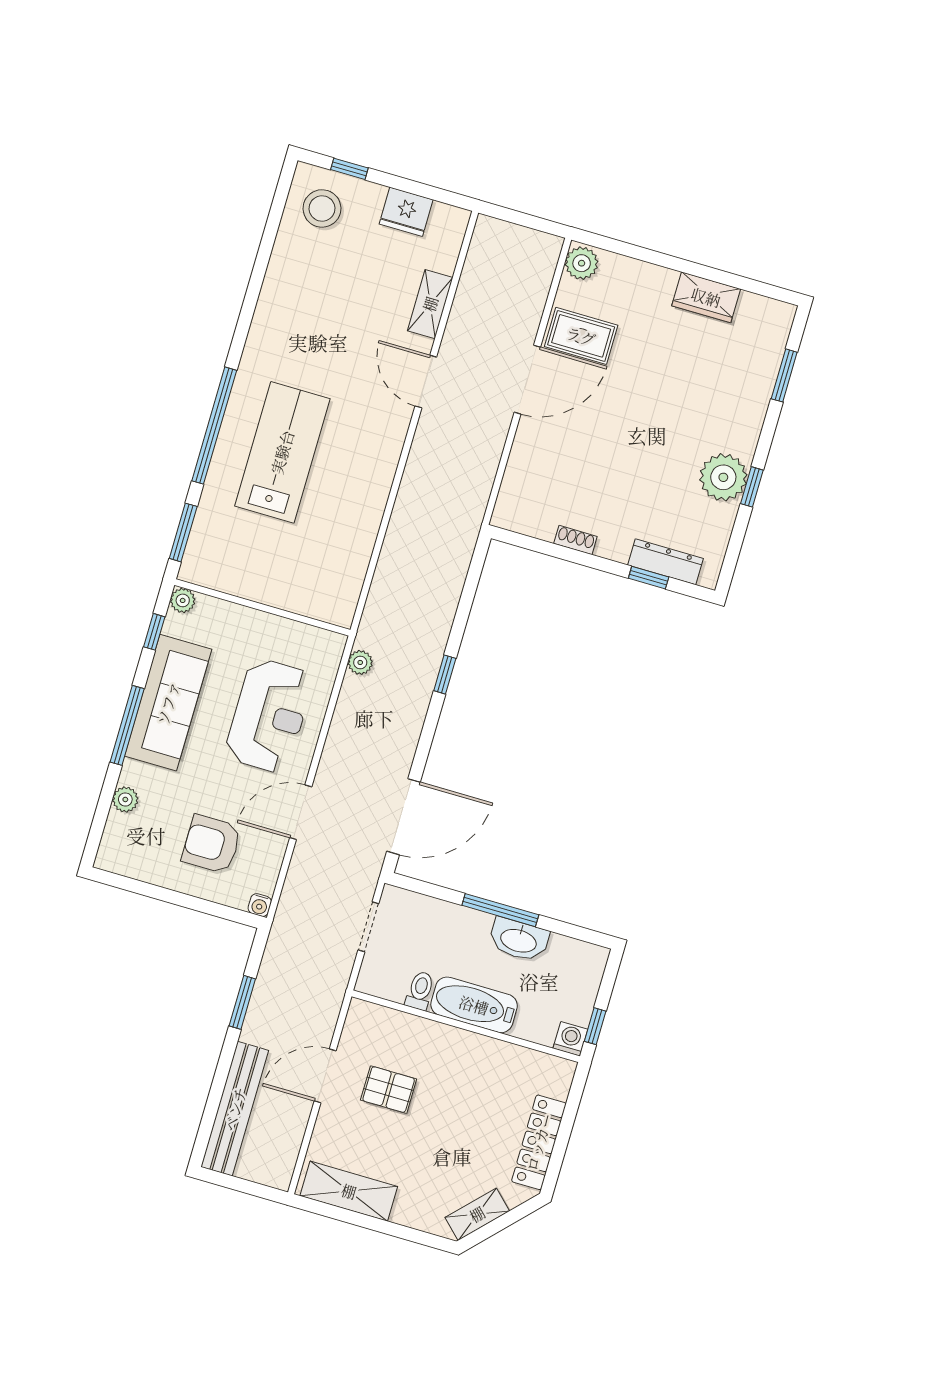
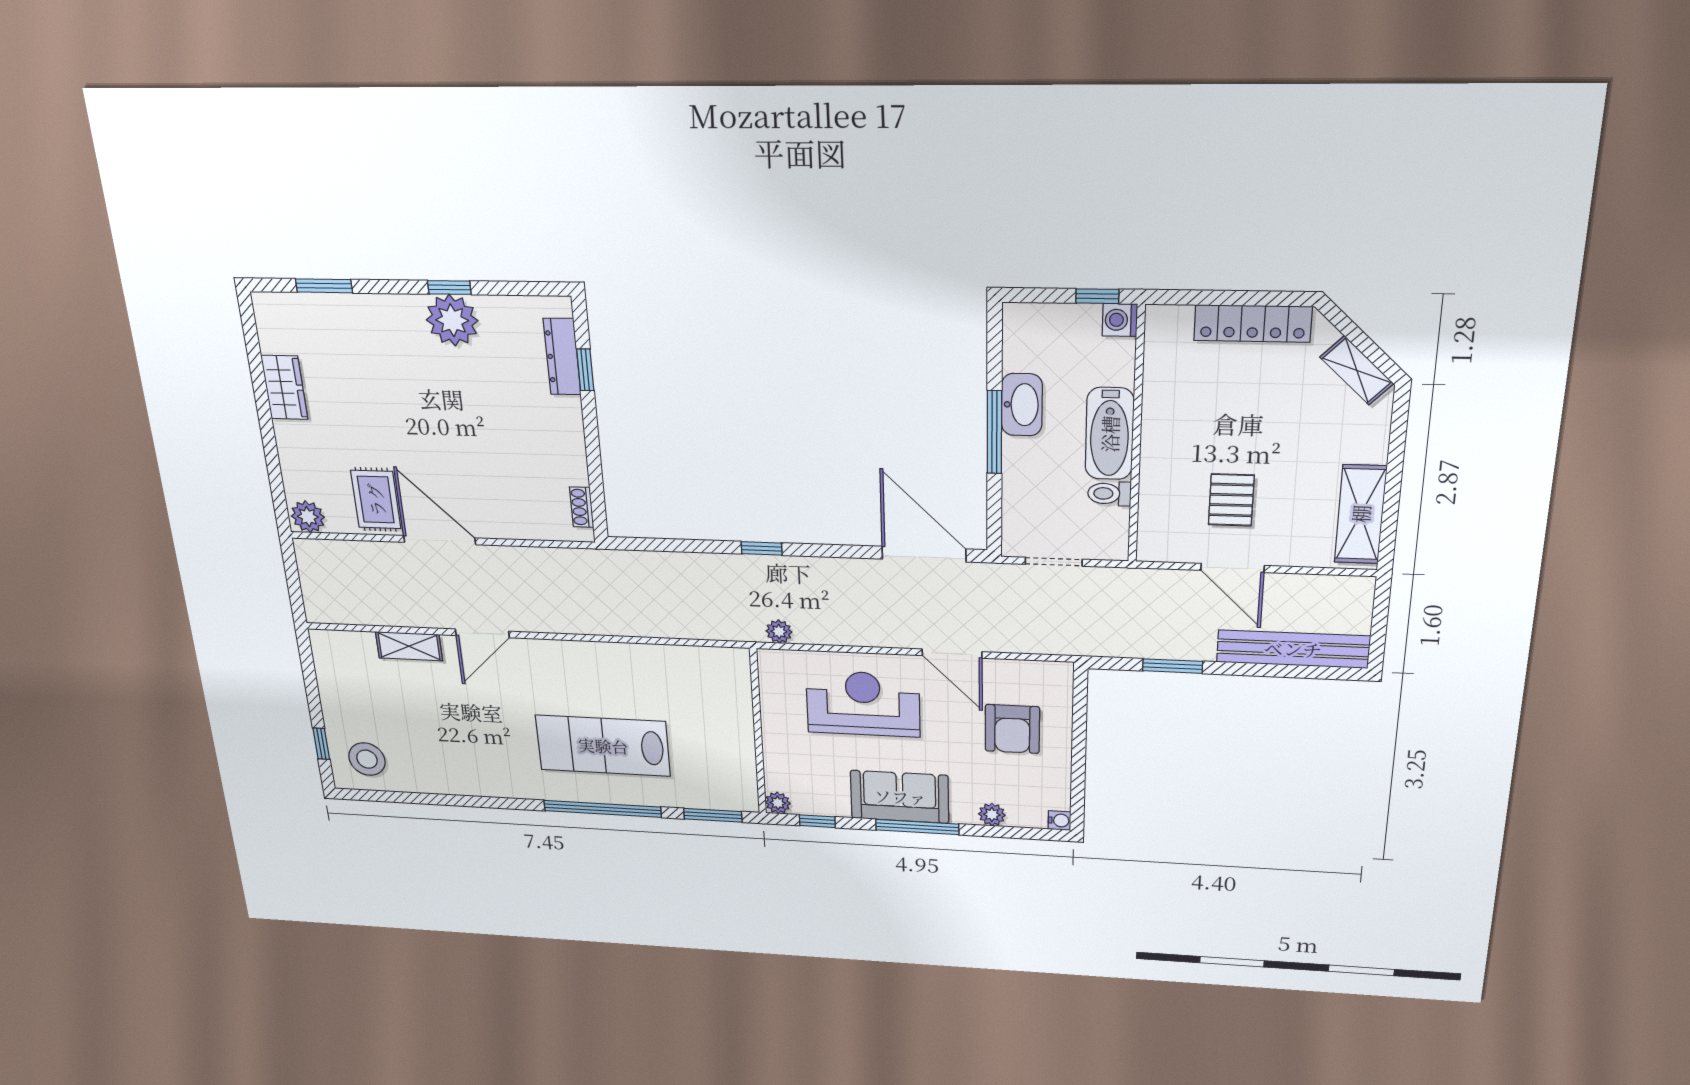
fridge: (406, 212) -> (336, 687), removed
shoe rack: (575, 540) -> (582, 507), moved
sofa: (168, 703) -> (900, 797), width x0.73
water cooler: (260, 905) -> (1059, 820), moved

